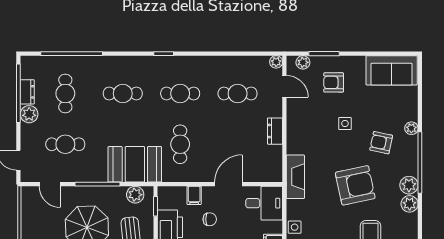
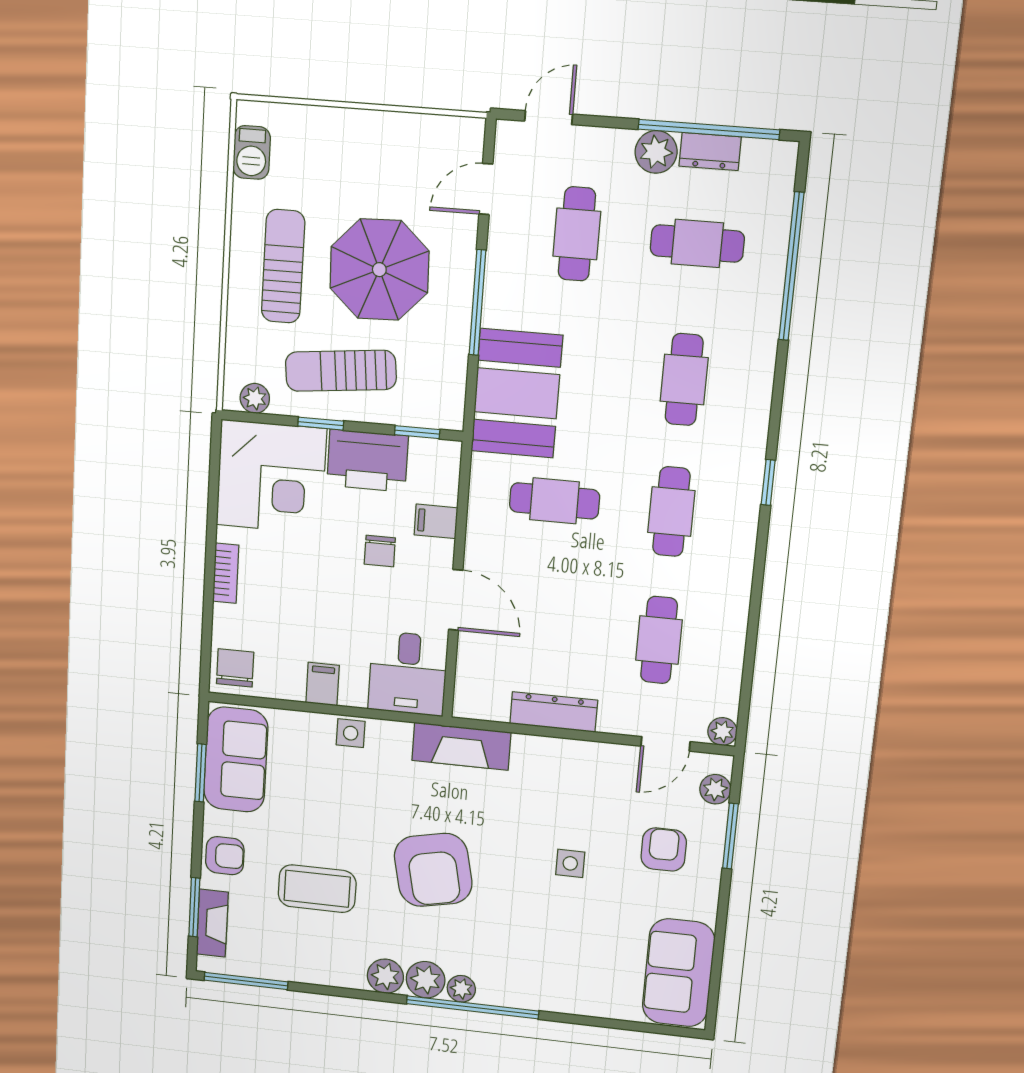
plant: (411, 128) -> (461, 989), moved
dresser: (275, 131) -> (554, 712), width x1.44
armchair: (381, 143) -> (522, 934), removed
plant: (135, 195) -> (447, 388), removed

